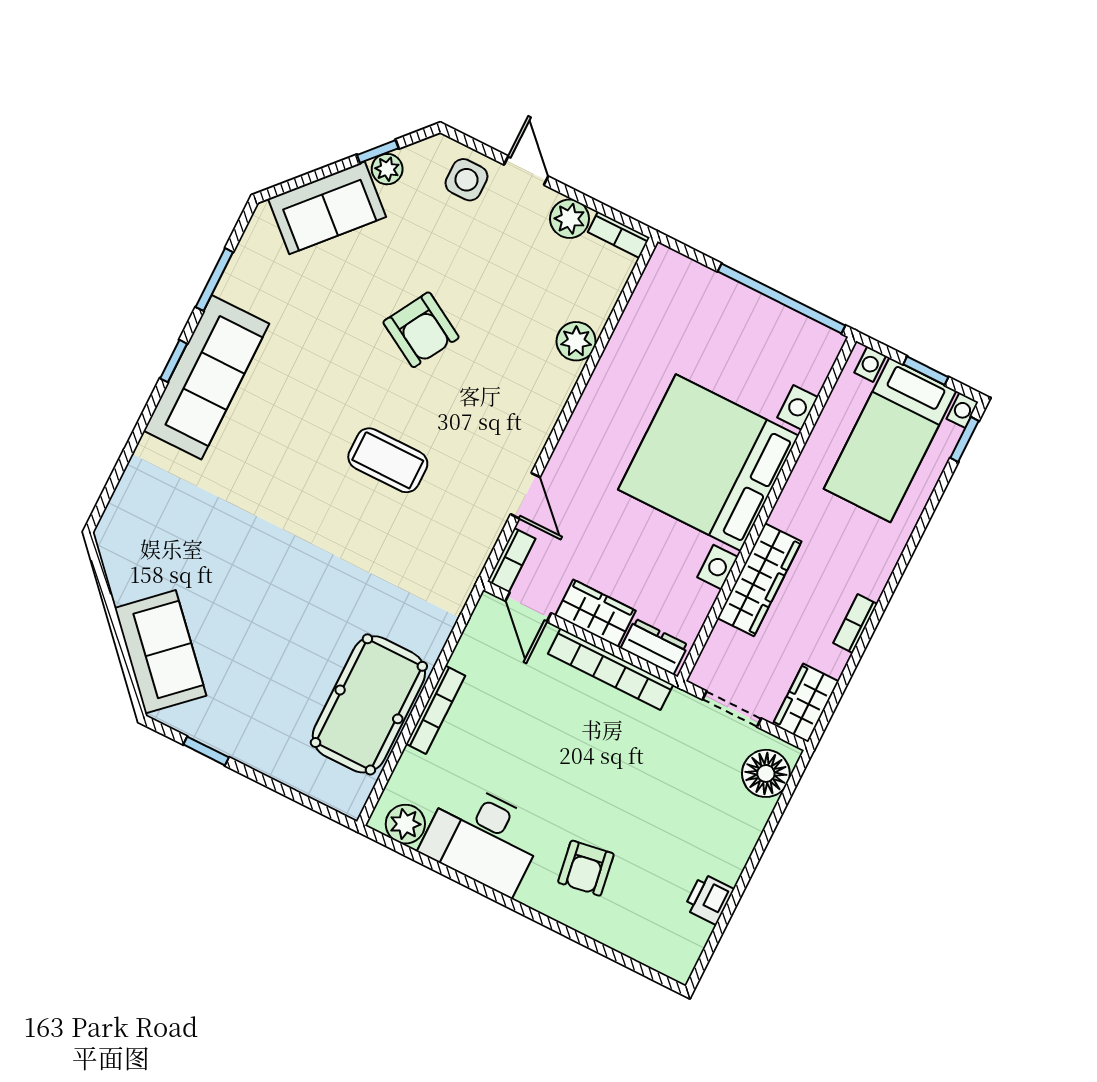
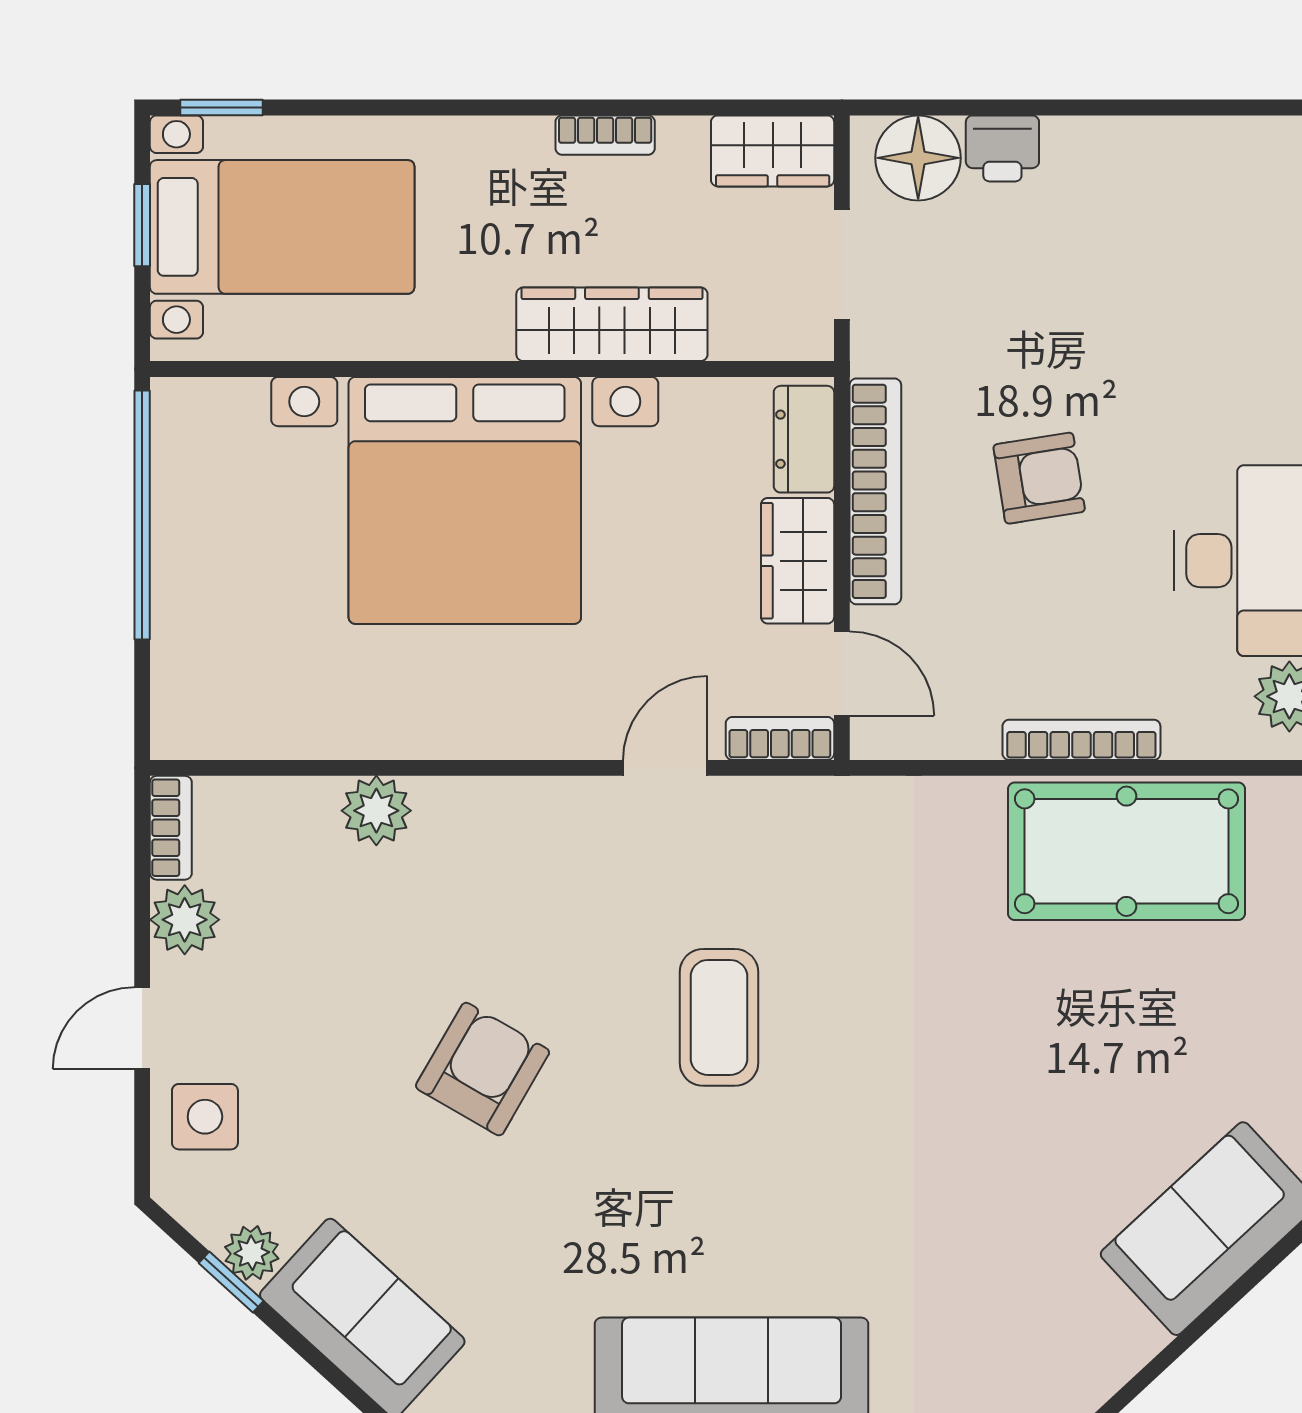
door: (528, 607) -> (842, 674), hinge flipped
armchair: (586, 868) -> (1039, 478), moved
printer: (709, 899) -> (1002, 148), moved

